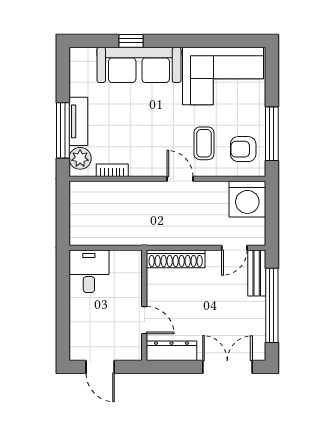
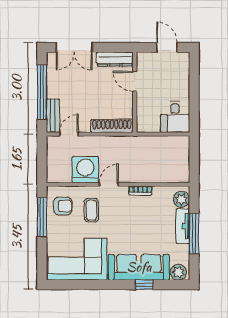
plant: (84, 58) -> (178, 272), added
window: (63, 130) -> (194, 234), moved
bookcase: (112, 170) -> (140, 191), moved
door: (180, 179) -> (109, 184), swing flipped
washing machine: (247, 199) -> (85, 170), moved

